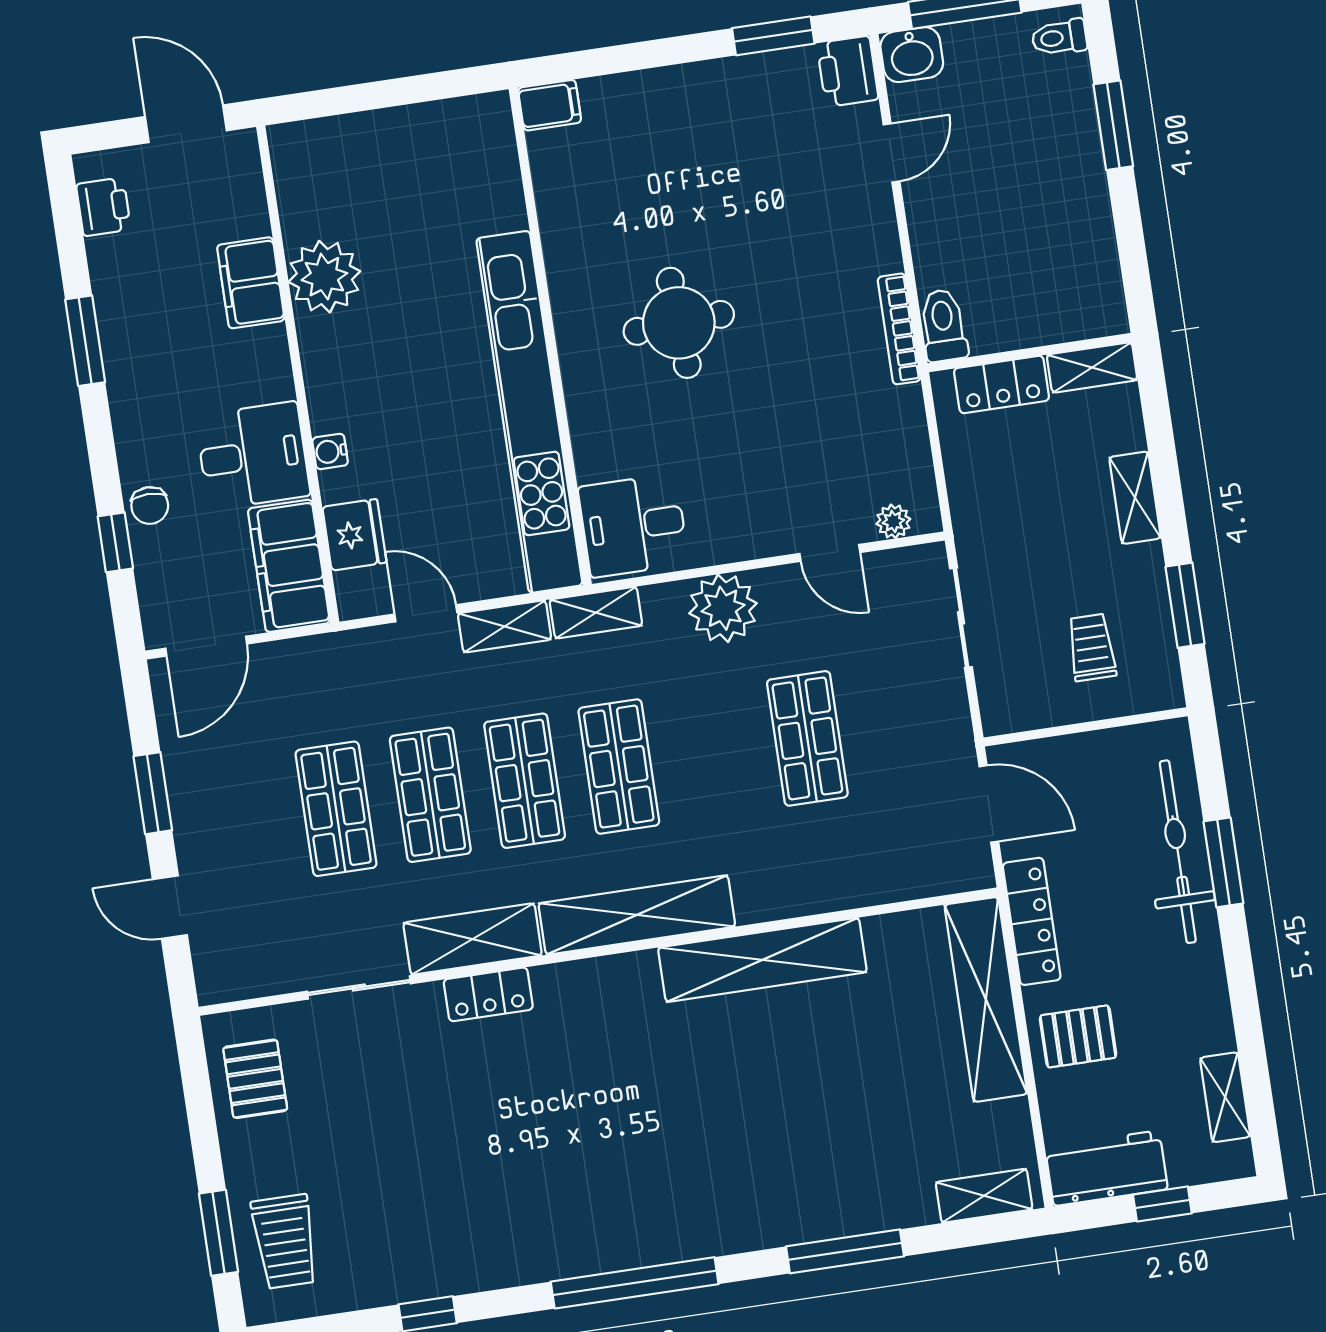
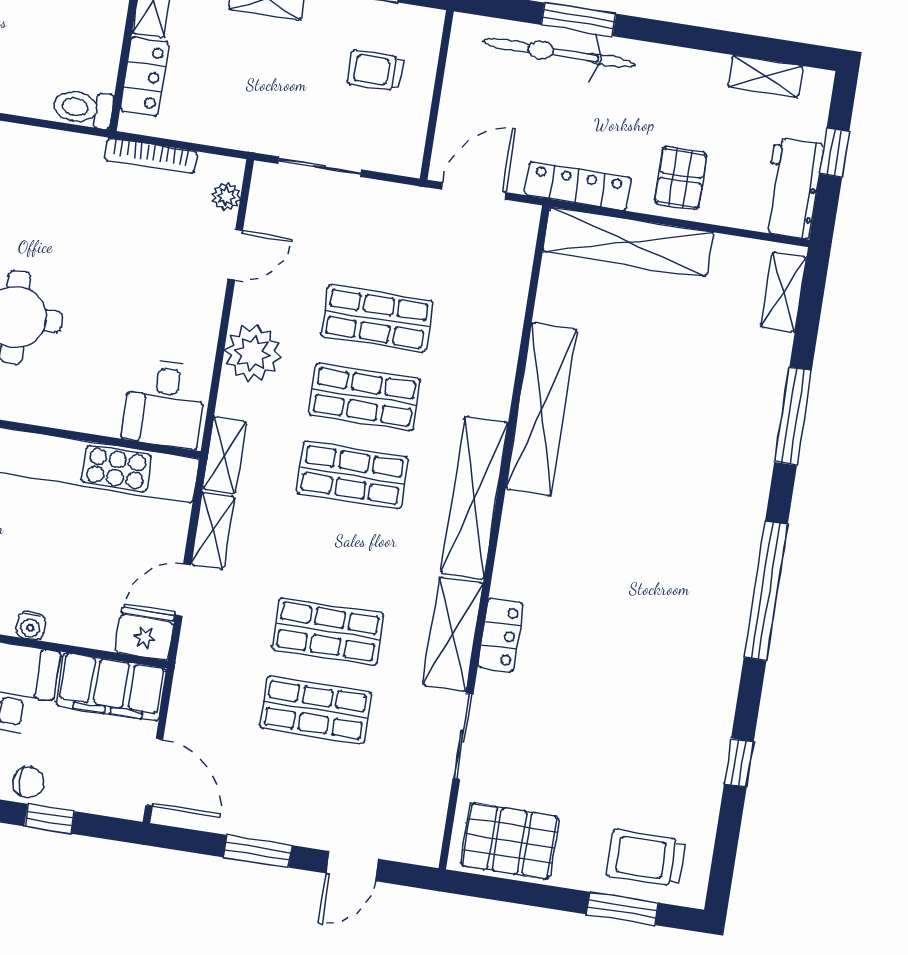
bookcase: (899, 329) -> (151, 156), moved
fridge: (354, 535) -> (145, 634), moved
shop shelf: (525, 781) -> (365, 397), moved
pallet: (255, 1079) -> (510, 841), width x1.50, depth x1.42
trolley: (285, 1242) -> (646, 858), turned 180

